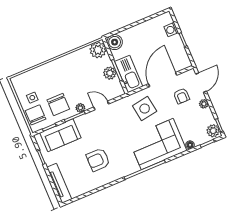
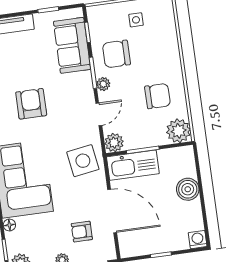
washing machine: (171, 30) -> (198, 240), moved
boiler: (115, 42) -> (188, 189), moved
plant: (110, 73) -> (114, 143), moved
side table: (145, 109) -> (83, 161), moved
chair: (35, 115) -> (158, 96), moved
armchair: (98, 160) -> (31, 104), moved

